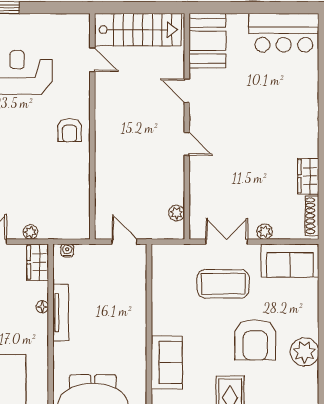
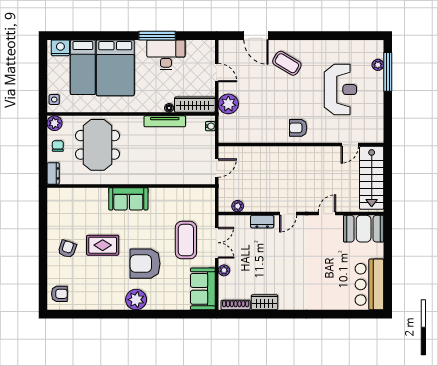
dresser: (198, 179) -> (262, 222), added
plant: (30, 232) -> (228, 104), width x1.88, depth x1.88
wardrobe: (38, 262) -> (195, 105), width x1.50

